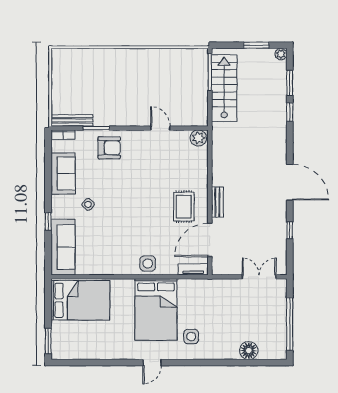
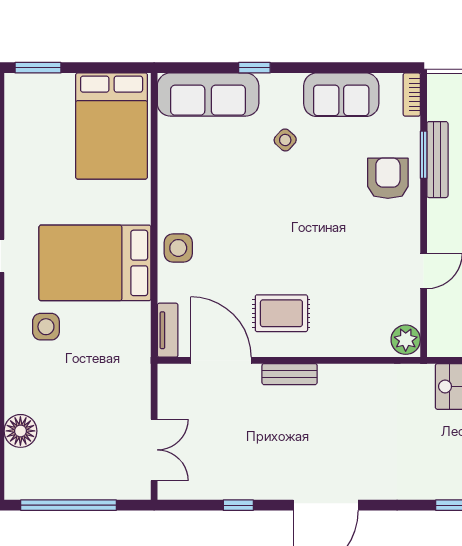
bench: (72, 120) -> (437, 160), moved
armchair: (109, 148) -> (388, 178), turned 180

